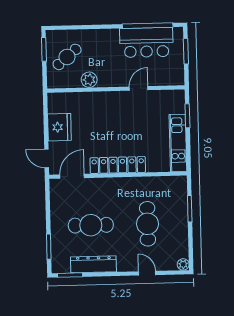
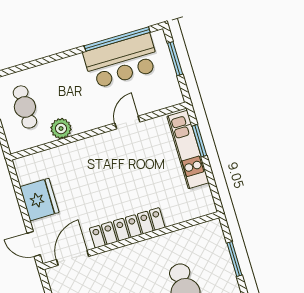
cafe table: (67, 57) -> (25, 107), turned -50
kitchen unit: (178, 143) -> (188, 150), moved

